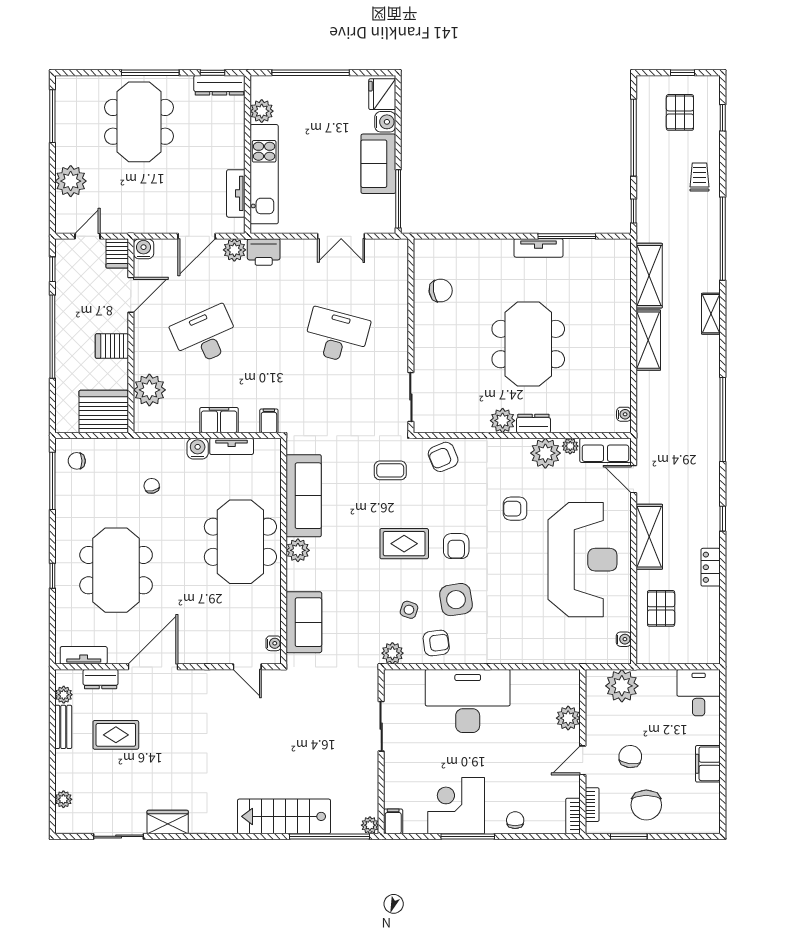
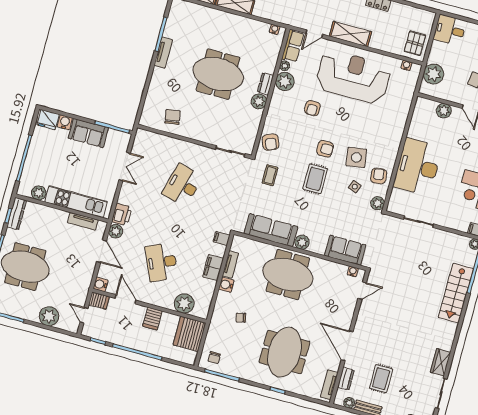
meeting table: (116, 570) -> (284, 352), turned 90
pallet: (661, 608) -> (415, 43), moved, turned 90

